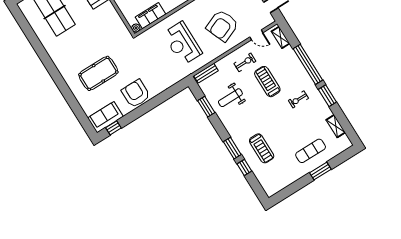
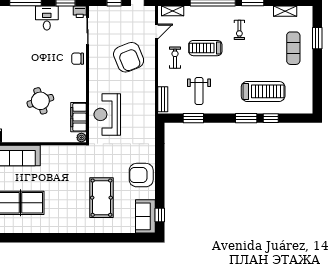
reception desk: (182, 43) -> (107, 114), moved, turned 90
treadmill: (262, 148) -> (263, 91), width x1.37, depth x1.38
window: (320, 171) -> (317, 38), moved

